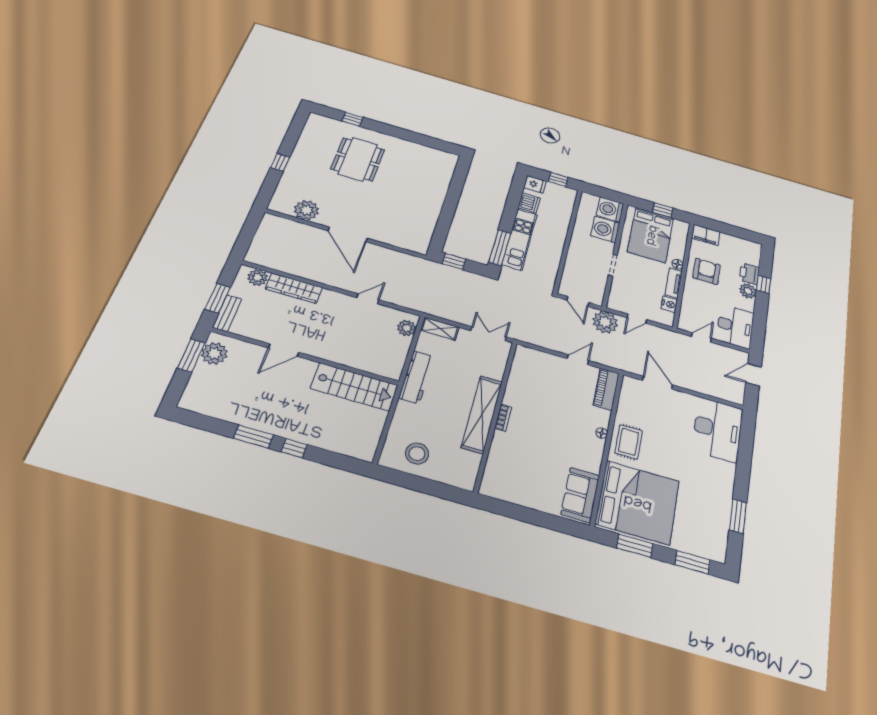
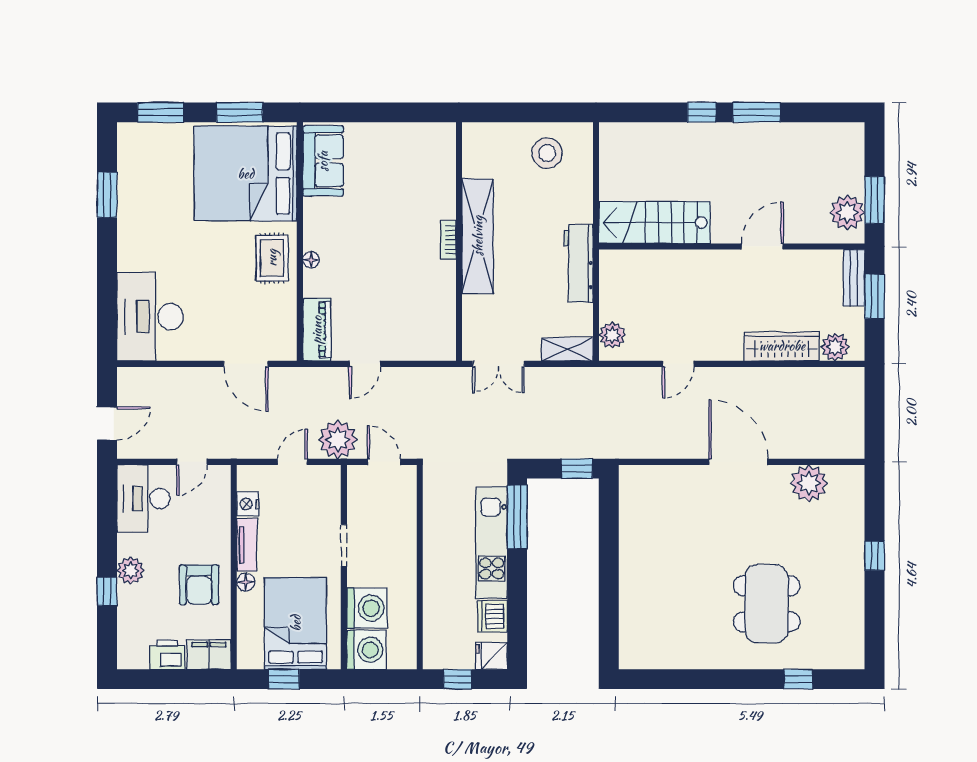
printer: (749, 274) -> (167, 655), moved, turned -90

